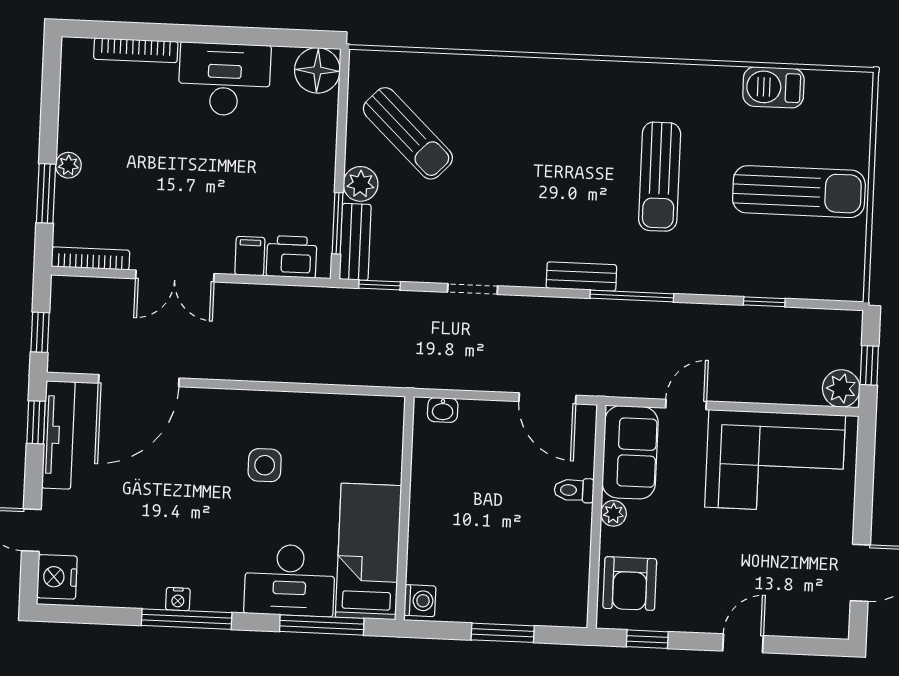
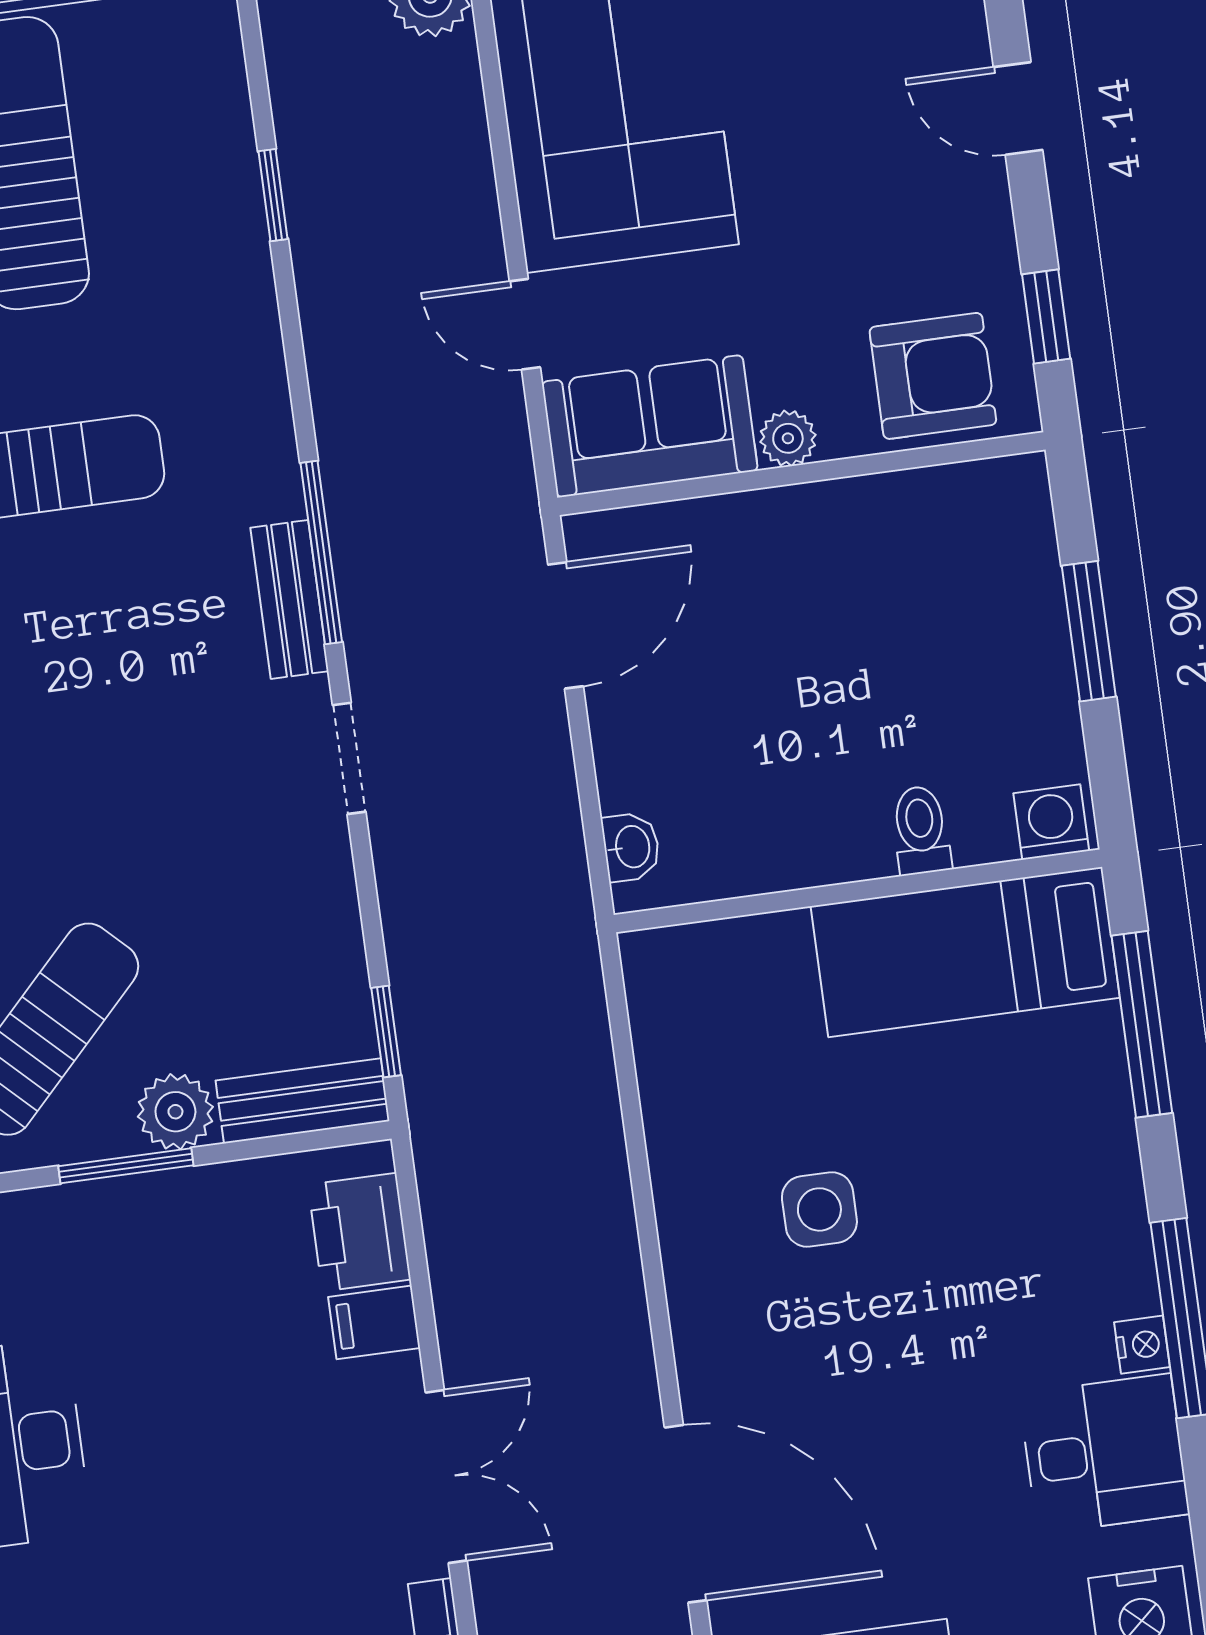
window: (337, 223) -> (126, 1166), moved
doorway: (473, 289) -> (349, 758), moved
window: (632, 296) -> (321, 553), moved
toilet: (574, 490) -> (921, 830), moved, turned 180
desk: (290, 580) -> (1104, 1454), moved, width x0.73

